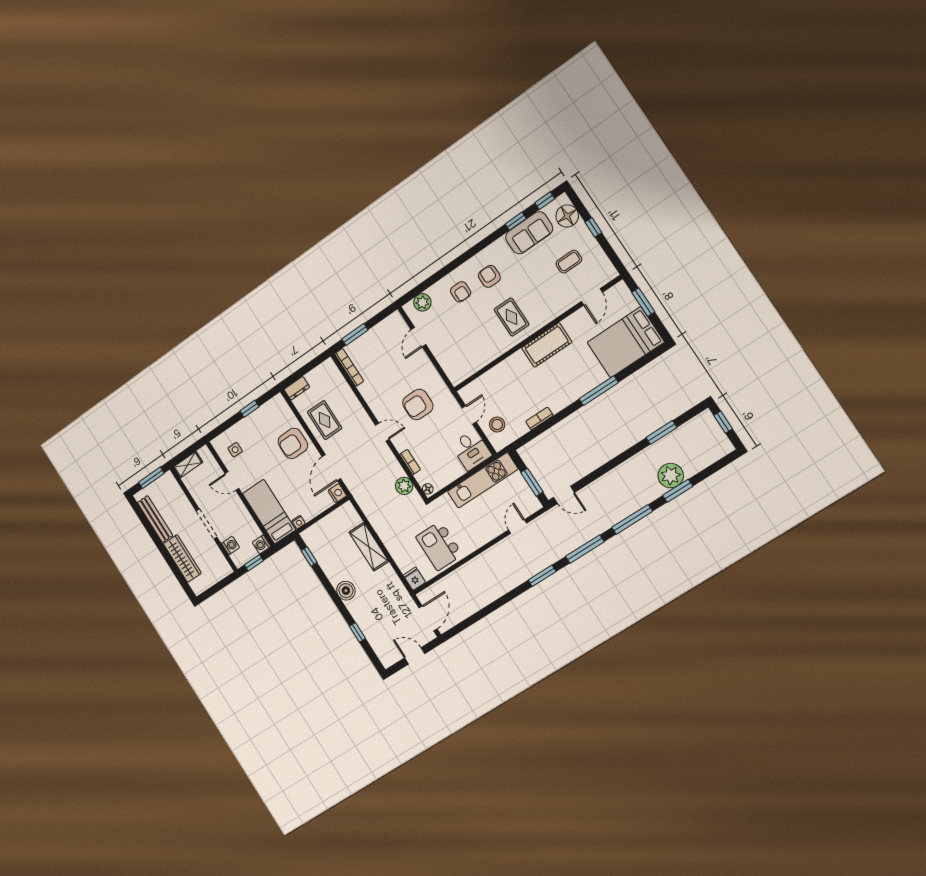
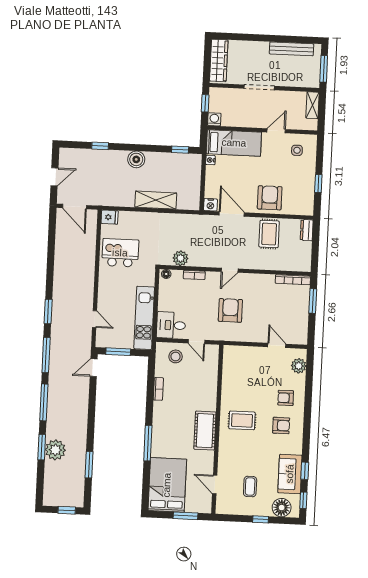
rug: (325, 420) -> (269, 234), turned 90
washing machine: (230, 546) -> (230, 94), removed
wardrobe: (182, 559) -> (219, 60), moved, turned -90

